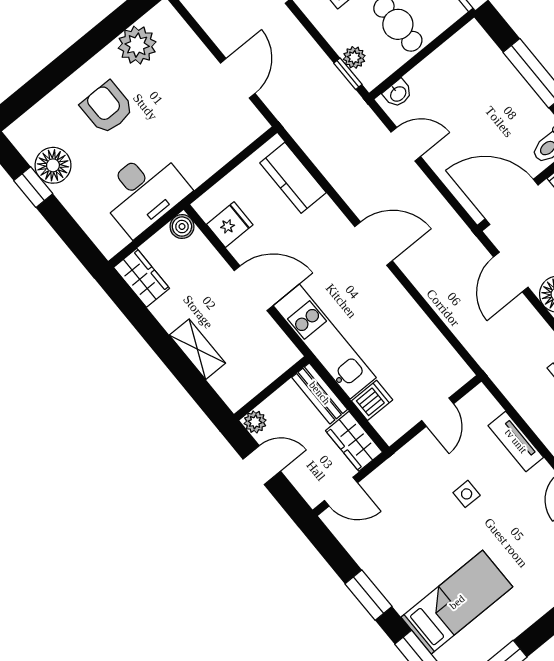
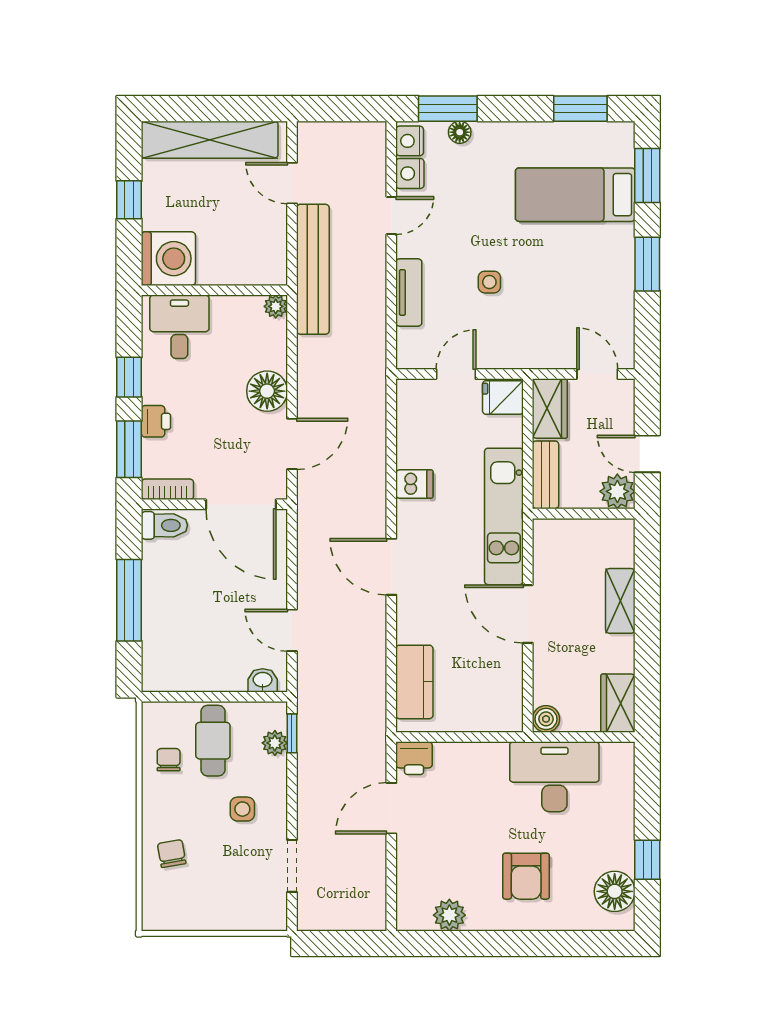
plant: (137, 45) -> (449, 915), width x0.73, depth x0.73
printer: (250, 125) -> (414, 758), added
floor lamp: (53, 165) -> (615, 891), moved
fridge: (230, 225) -> (503, 397), moved
dishwasher: (372, 400) -> (414, 484), moved, turned 180
plant: (255, 422) -> (617, 491), width x1.38, depth x1.38

